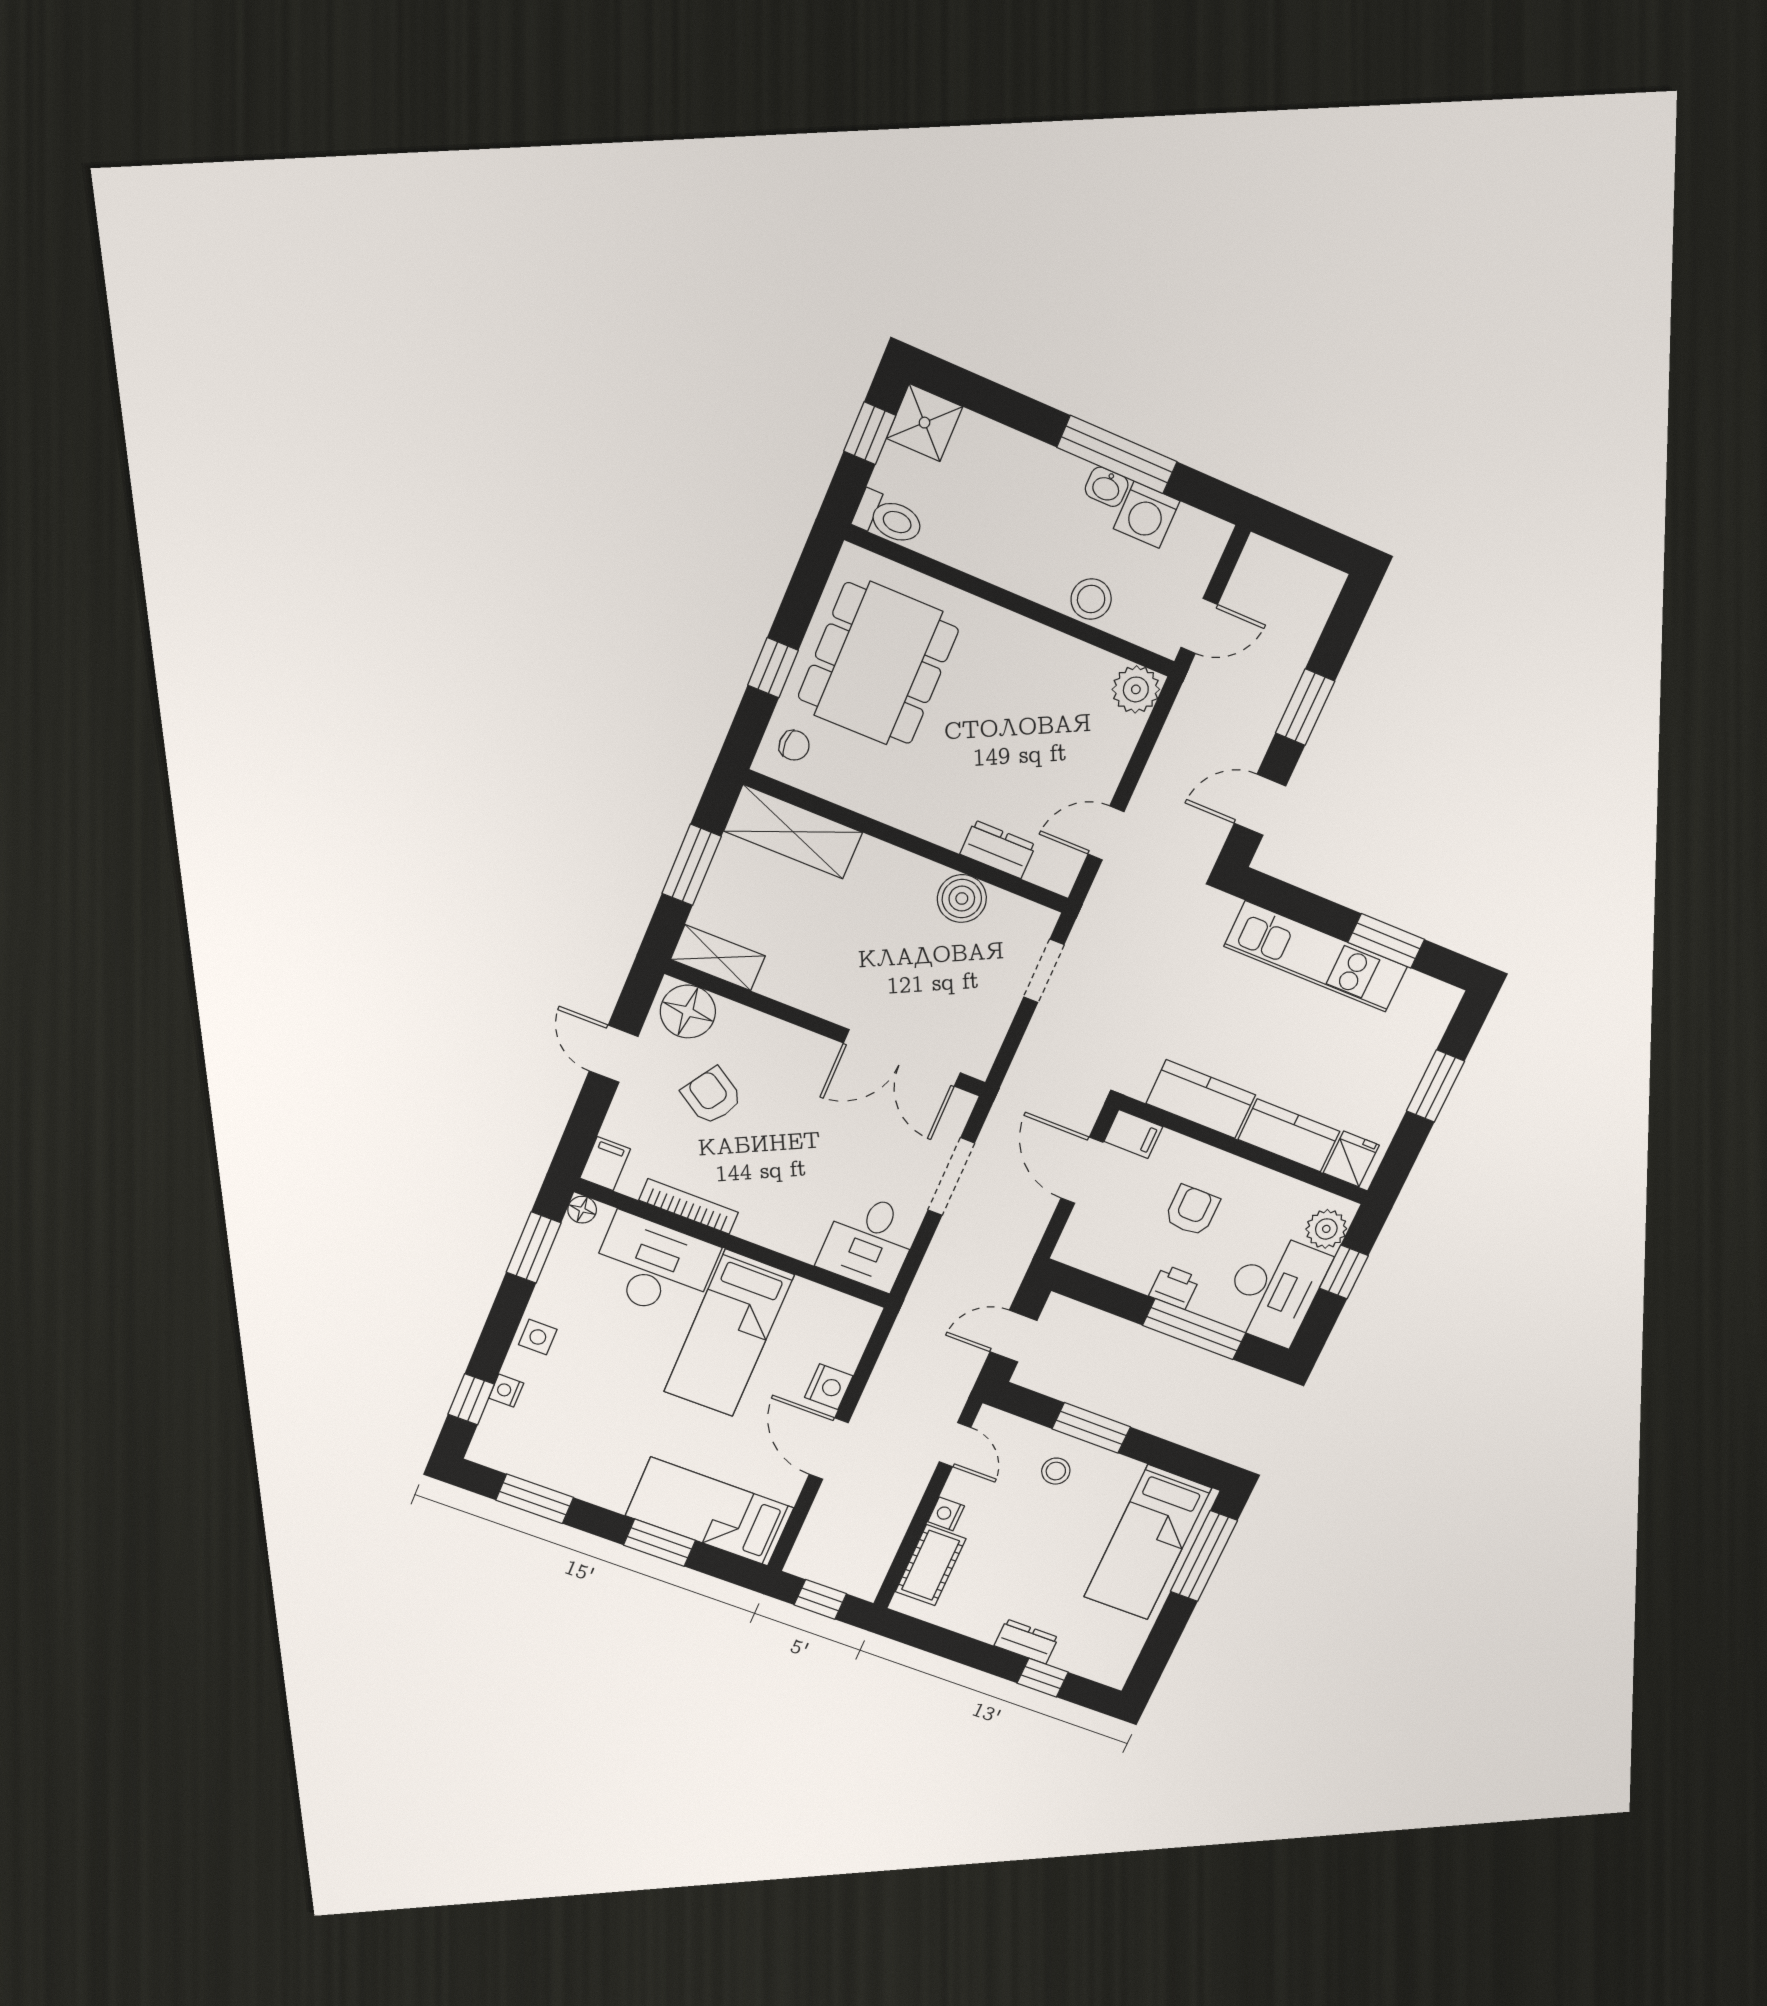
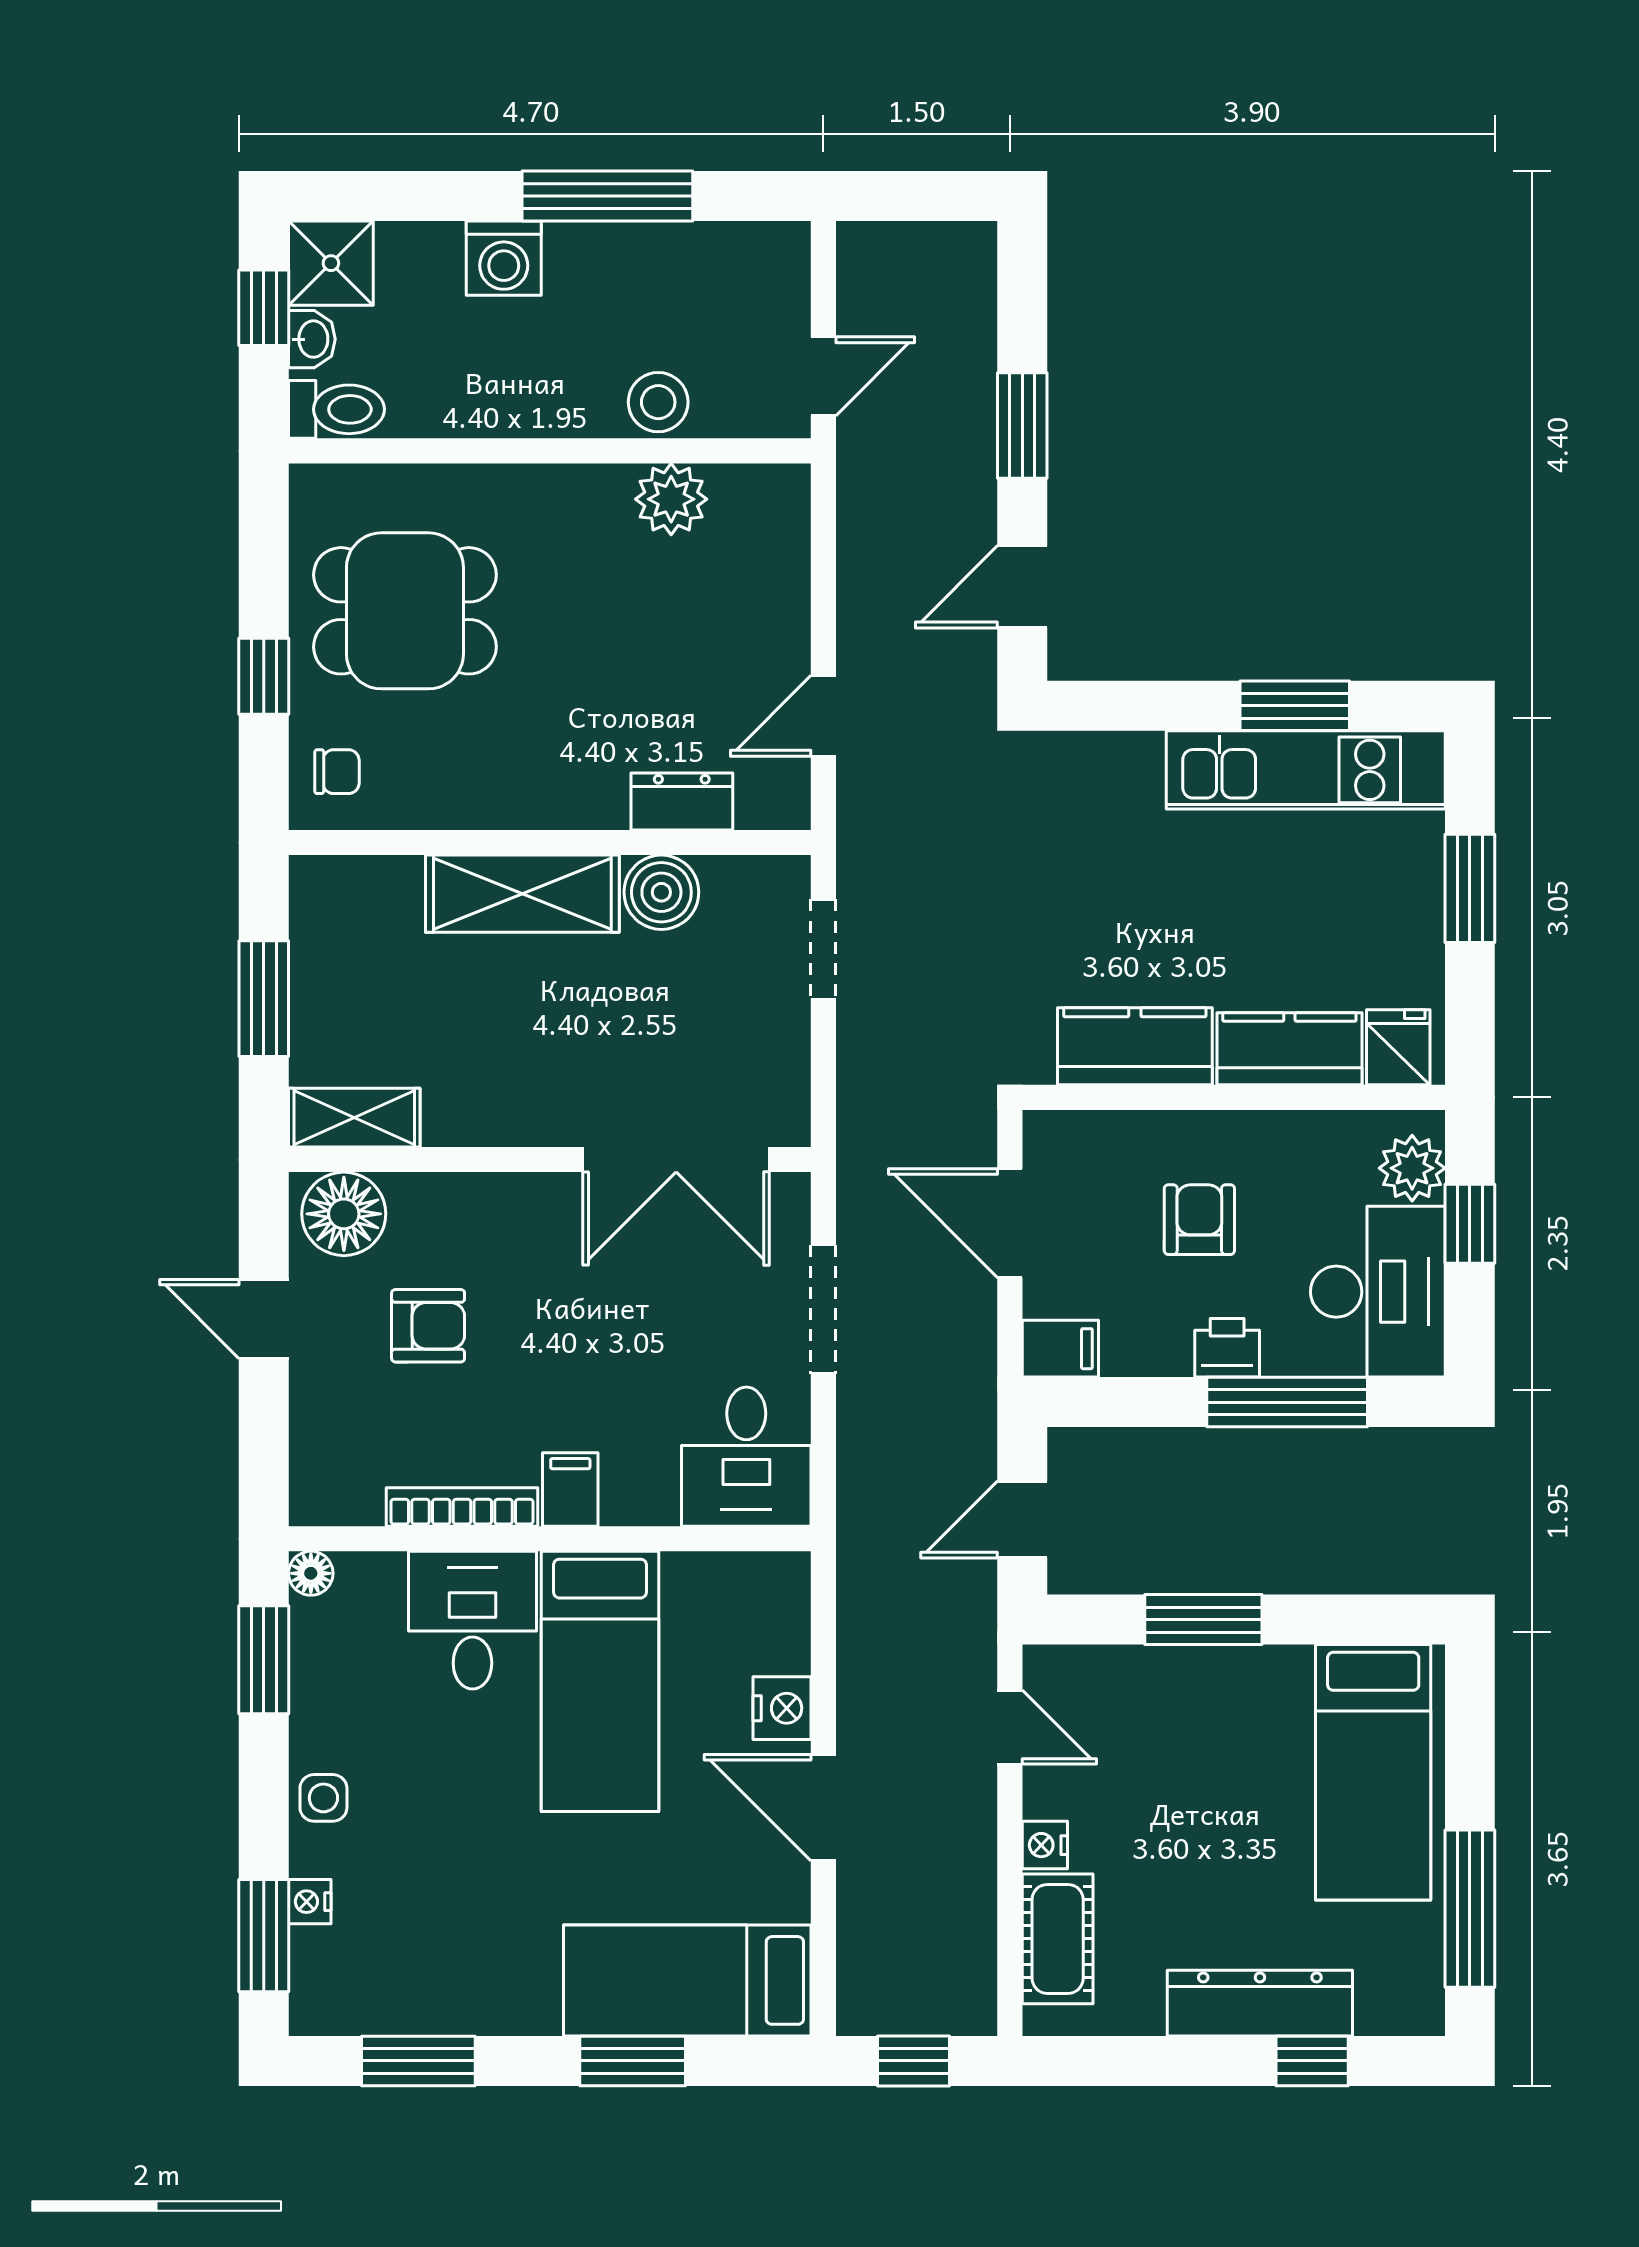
washbasin: (1107, 487) -> (312, 339), moved, turned -90
washing machine: (1147, 515) -> (504, 258), moved
dining table: (878, 663) -> (405, 611), width x0.73
plant: (1136, 689) -> (671, 499), moved
shelving: (793, 832) -> (522, 894), moved
kitchen unit: (1316, 957) -> (1306, 770), moved
armchair: (712, 1096) -> (428, 1326), turned 147
filing cabinet: (1133, 1134) -> (1060, 1349), moved
filing cabinet: (605, 1164) -> (570, 1489), moved
desk: (654, 1266) -> (472, 1620), width x0.73
window: (471, 1399) -> (264, 1936), width x1.50
stool: (1056, 1471) -> (1181, 1710), removed
window: (1204, 1556) -> (1470, 1909), moved
dresser: (1026, 1642) -> (1260, 2003), width x1.96, depth x1.24

